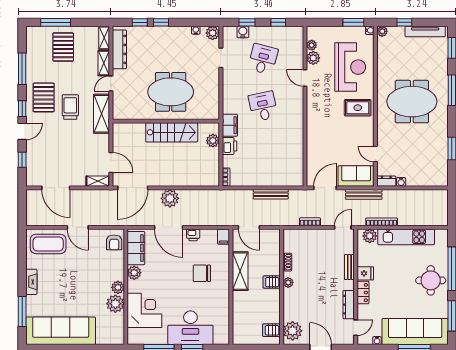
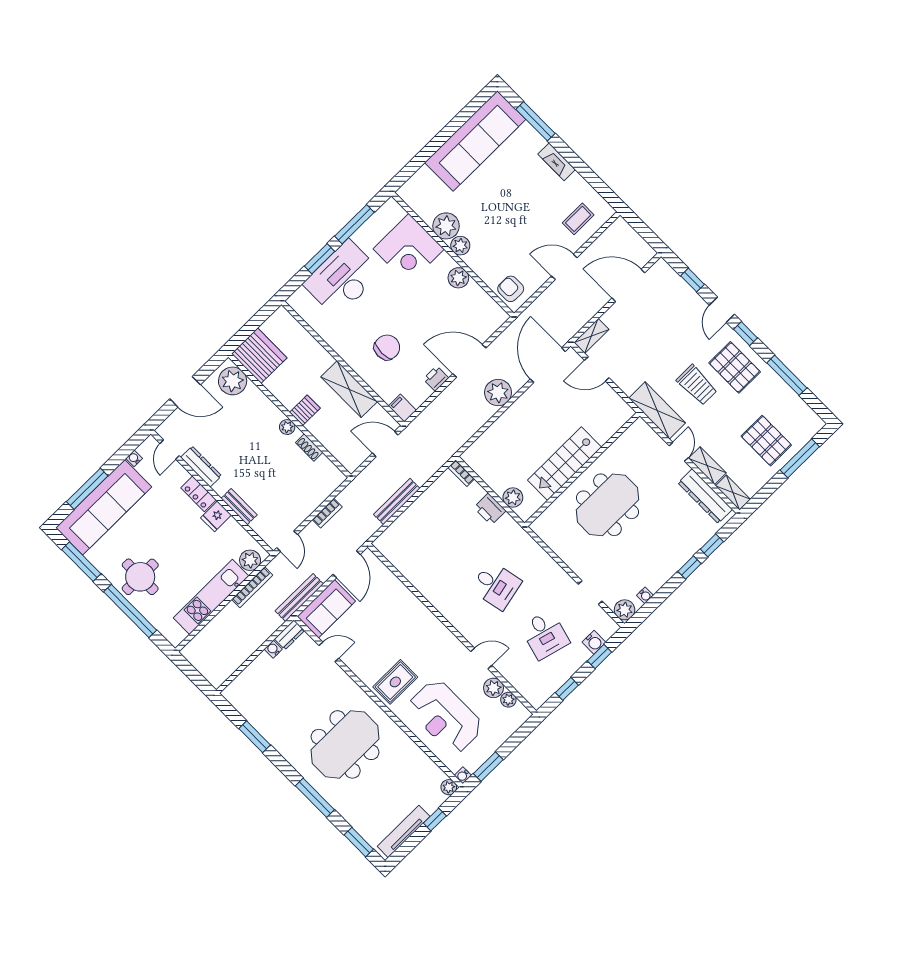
filing cabinet: (230, 125) -> (511, 531), removed
coffee table: (48, 244) -> (578, 219), width x0.54, depth x0.58
filing cabinet: (136, 248) -> (482, 305), removed
server rack: (271, 330) -> (259, 356), width x2.18, depth x1.44

